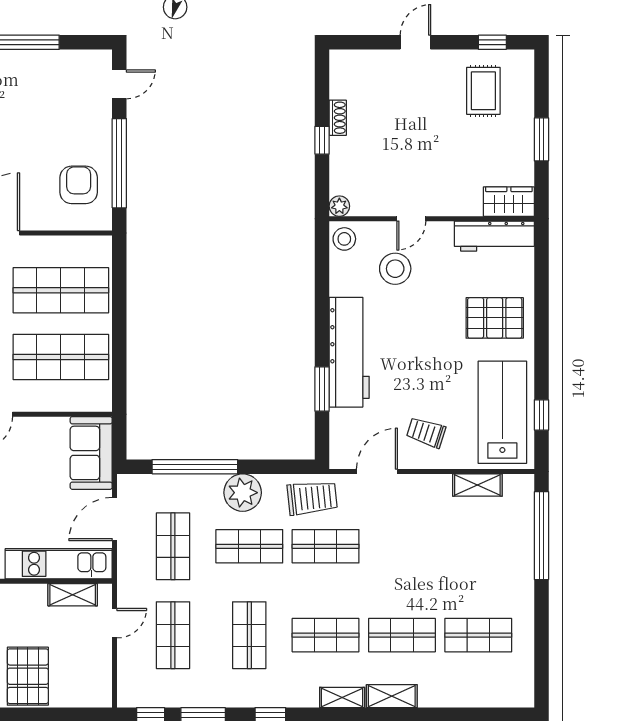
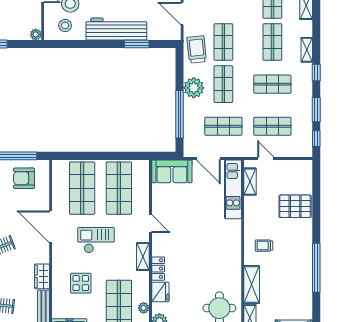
stool: (344, 239) -> (65, 26), moved
shelving: (342, 697) -> (307, 50), moved

